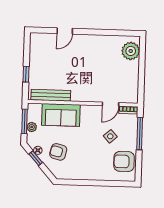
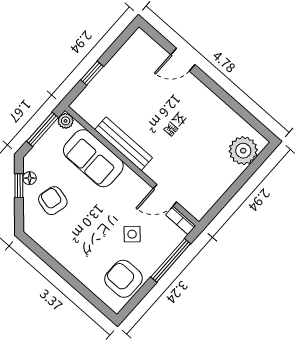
bench: (51, 95) -> (124, 144), moved
plant: (32, 127) -> (66, 121), moved

